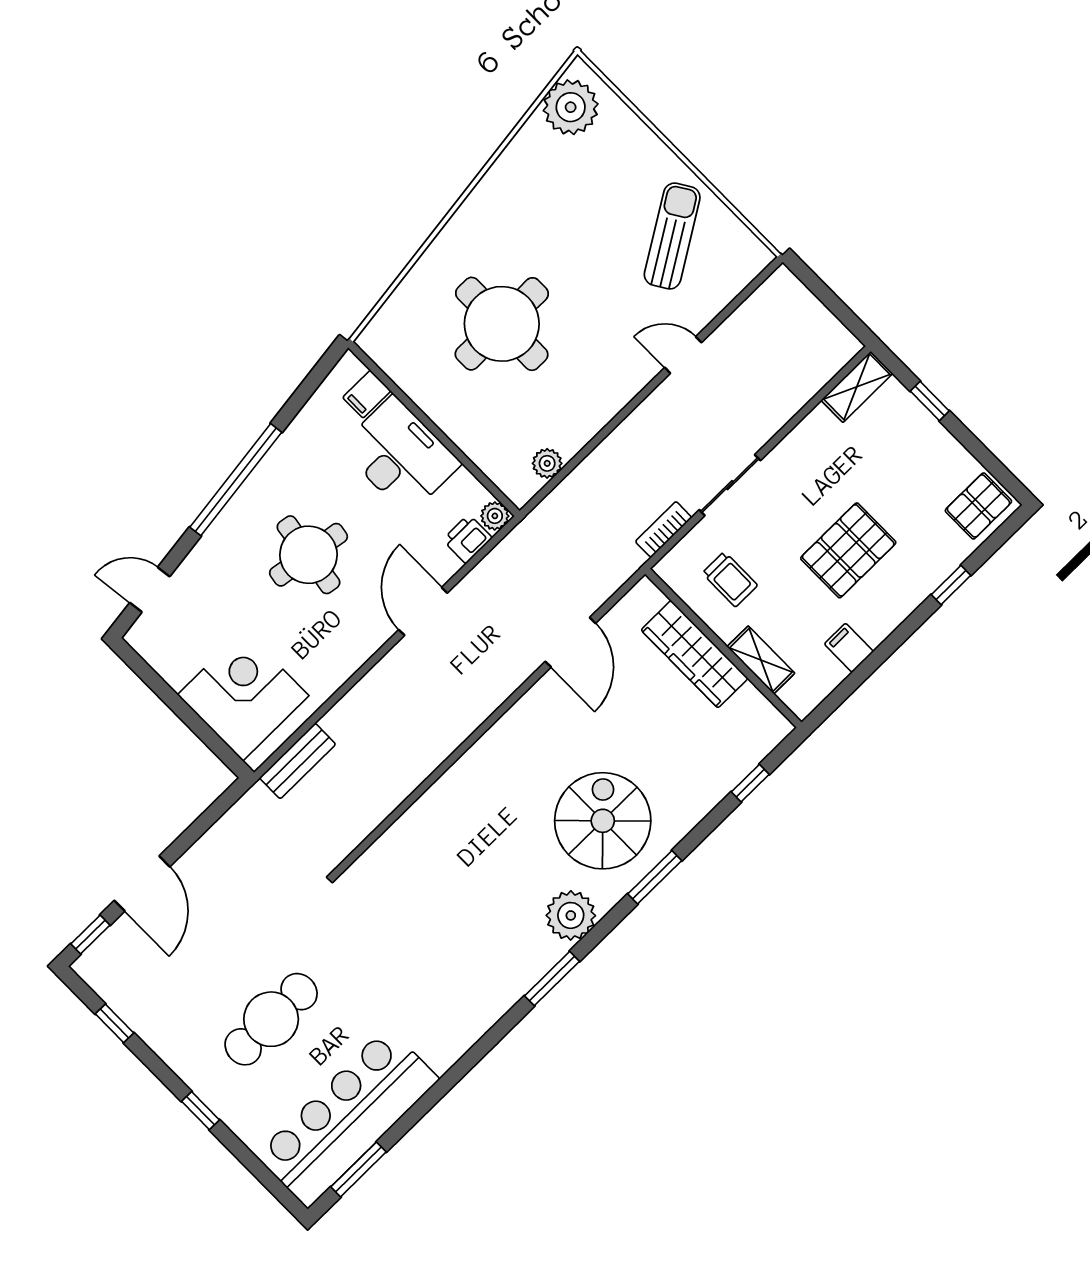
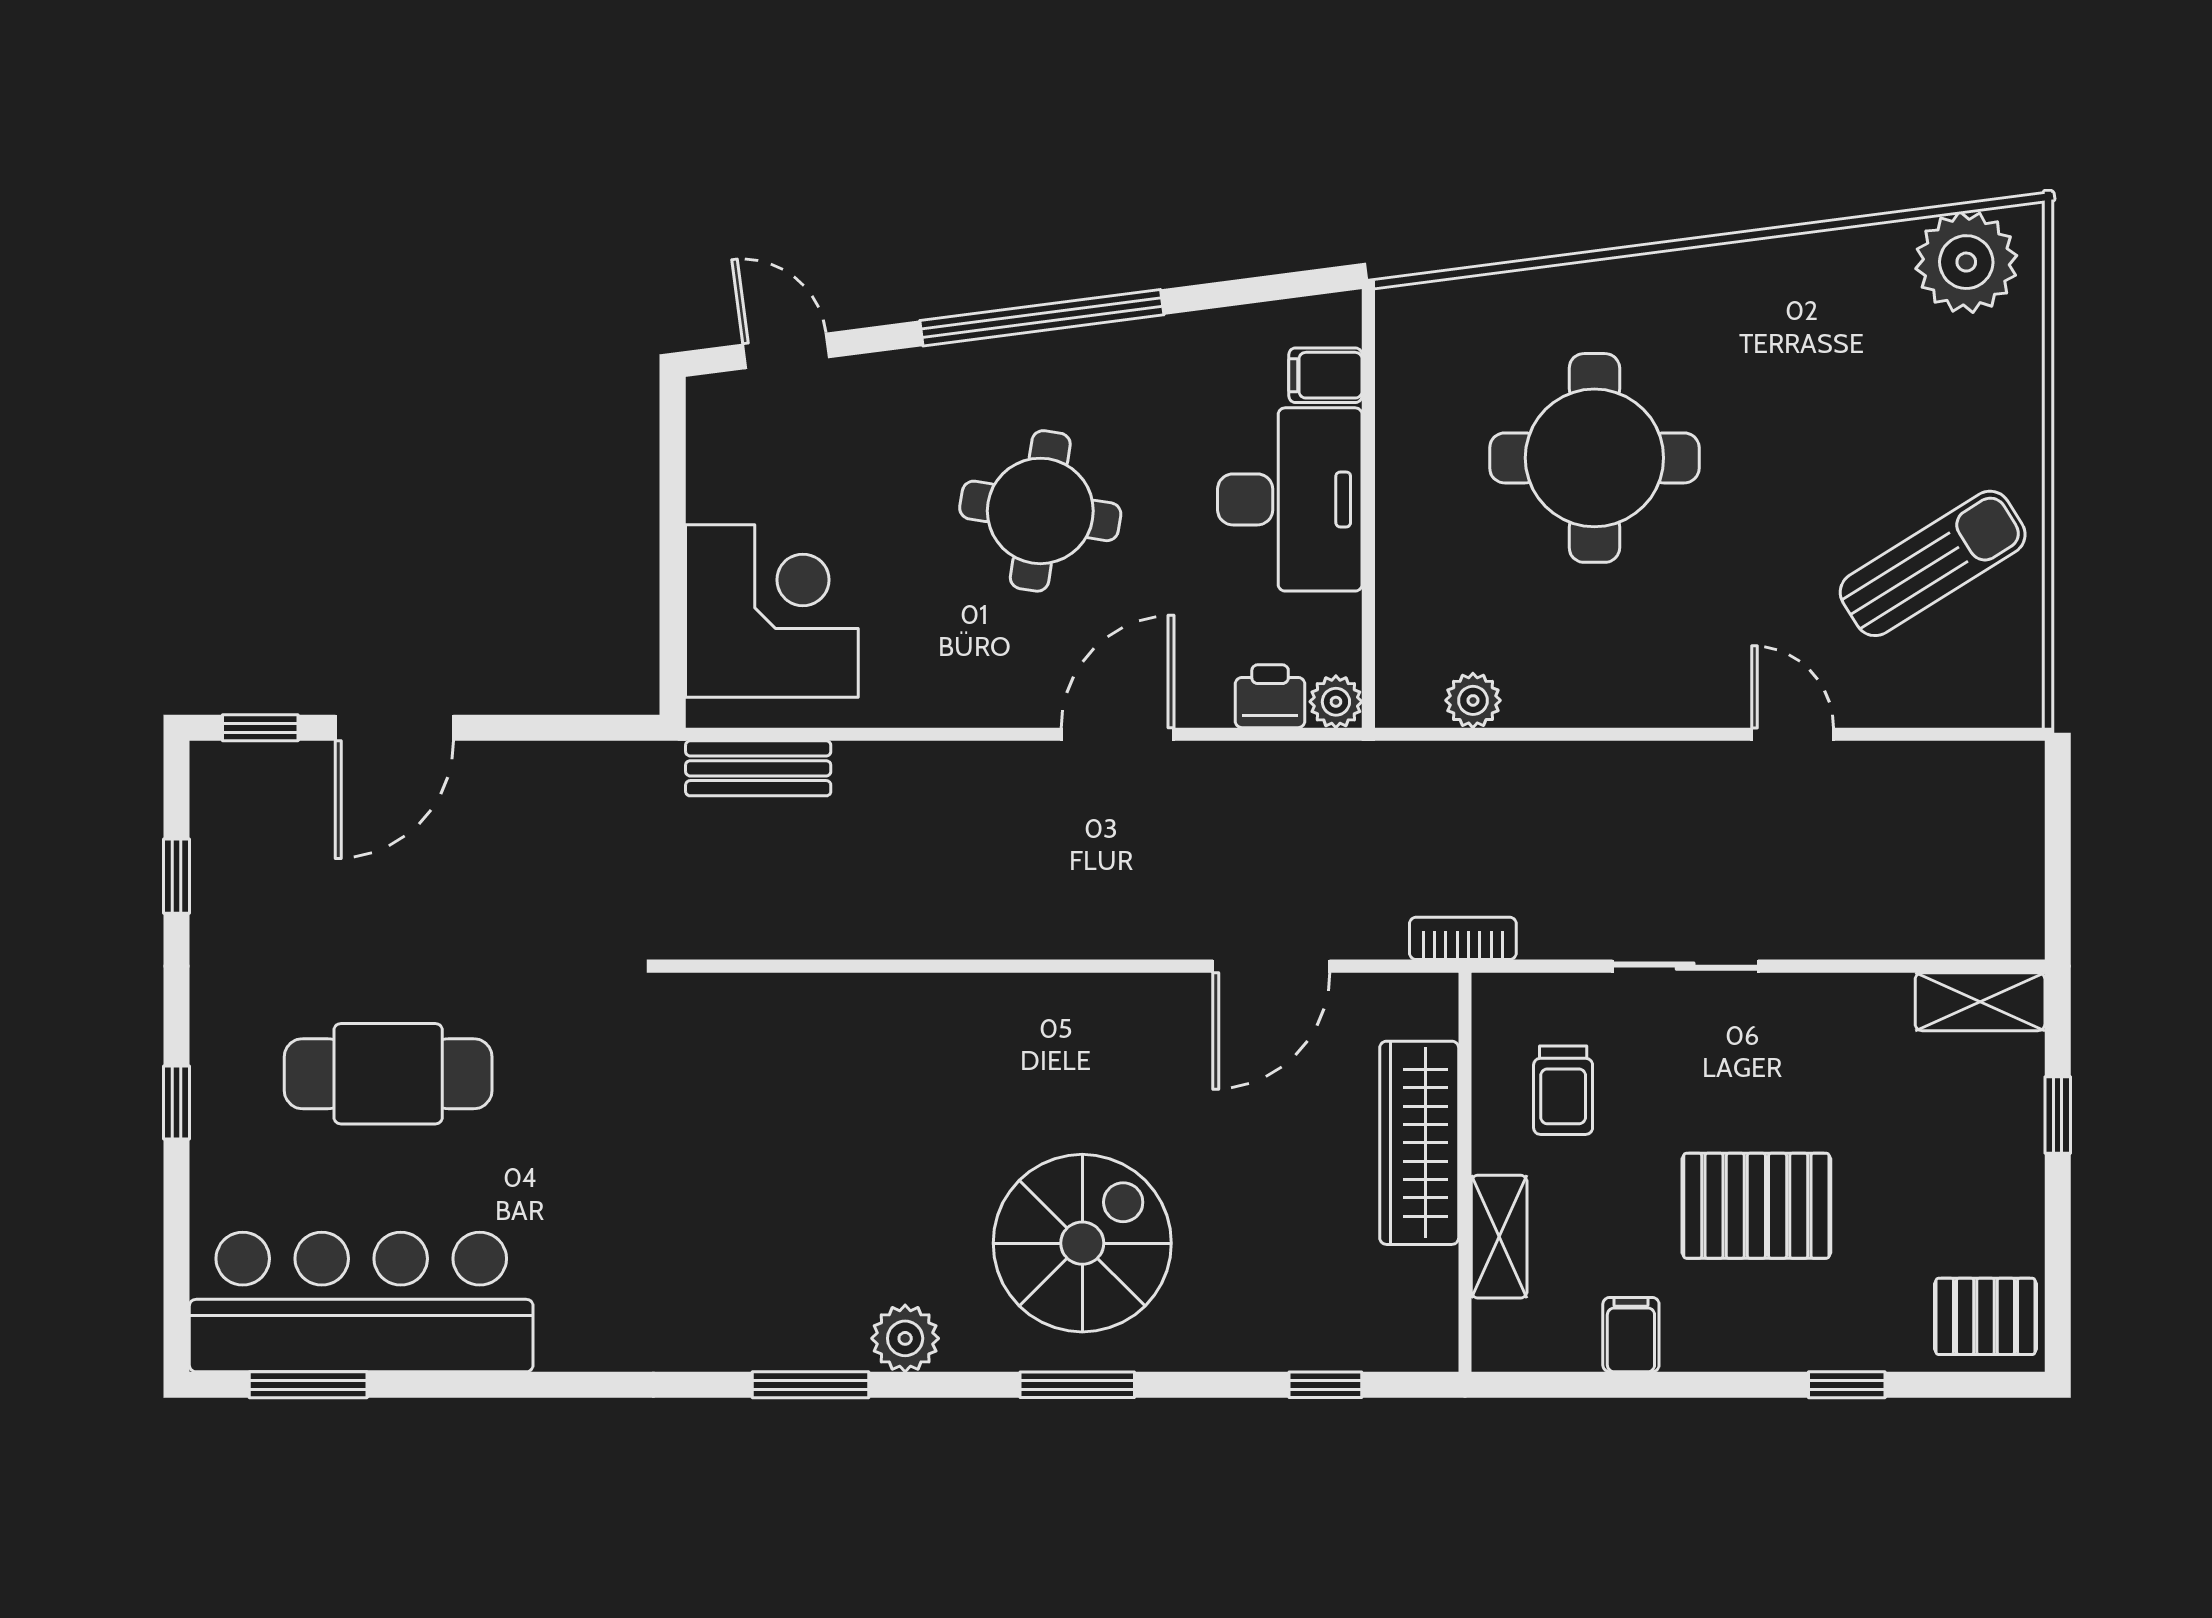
bookcase: (663, 529) -> (1463, 938), moved
plant: (571, 915) -> (905, 1338), width x0.73, depth x0.73

